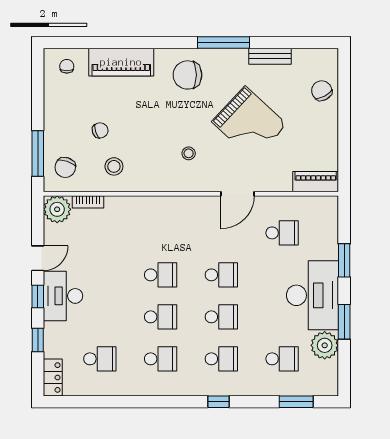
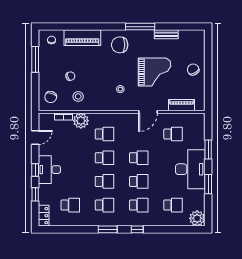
chair: (322, 91) -> (193, 70), moved
grand piano: (249, 123) -> (155, 72), turned -43
window: (38, 154) -> (35, 59), moved
piano: (316, 182) -> (182, 105), moved
plant: (57, 209) -> (81, 121), moved
school desk: (161, 233) -> (105, 134), added
door: (38, 258) -> (35, 137), moved
plant: (325, 345) -> (197, 218), moved
window: (296, 402) -> (108, 229), moved

